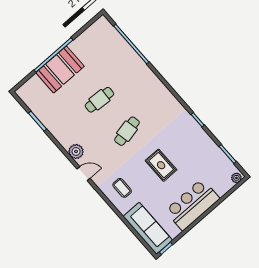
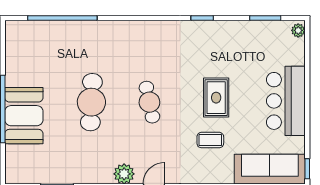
cafe table: (99, 100) -> (91, 102), width x1.37, depth x1.35
rug: (161, 165) -> (216, 98), turned 90
coffee table: (122, 188) -> (210, 140), moved

